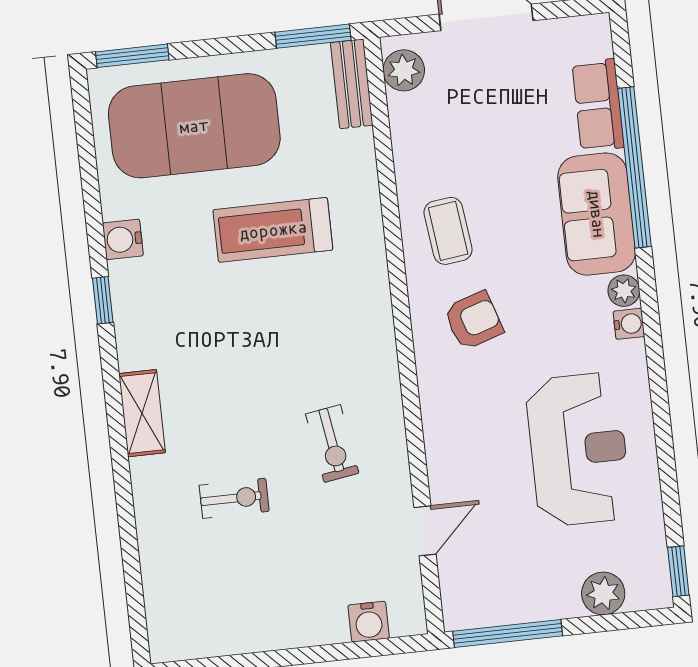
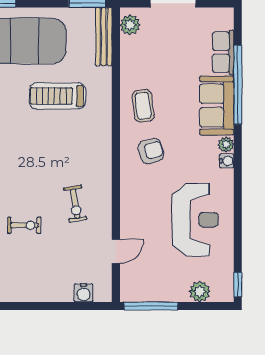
bench: (352, 84) -> (104, 37), width x1.36

